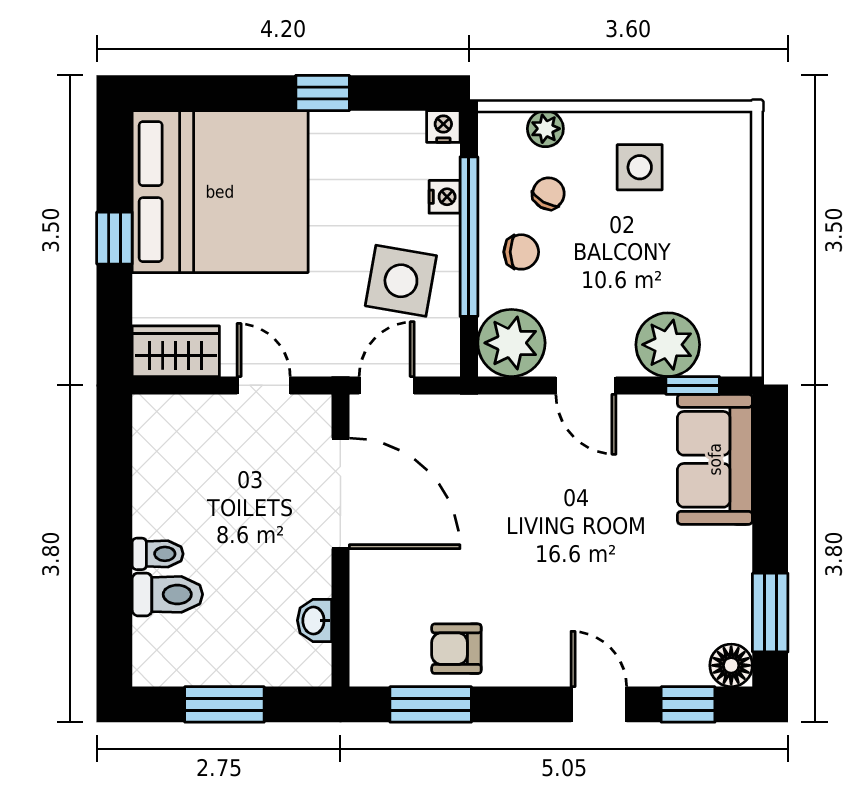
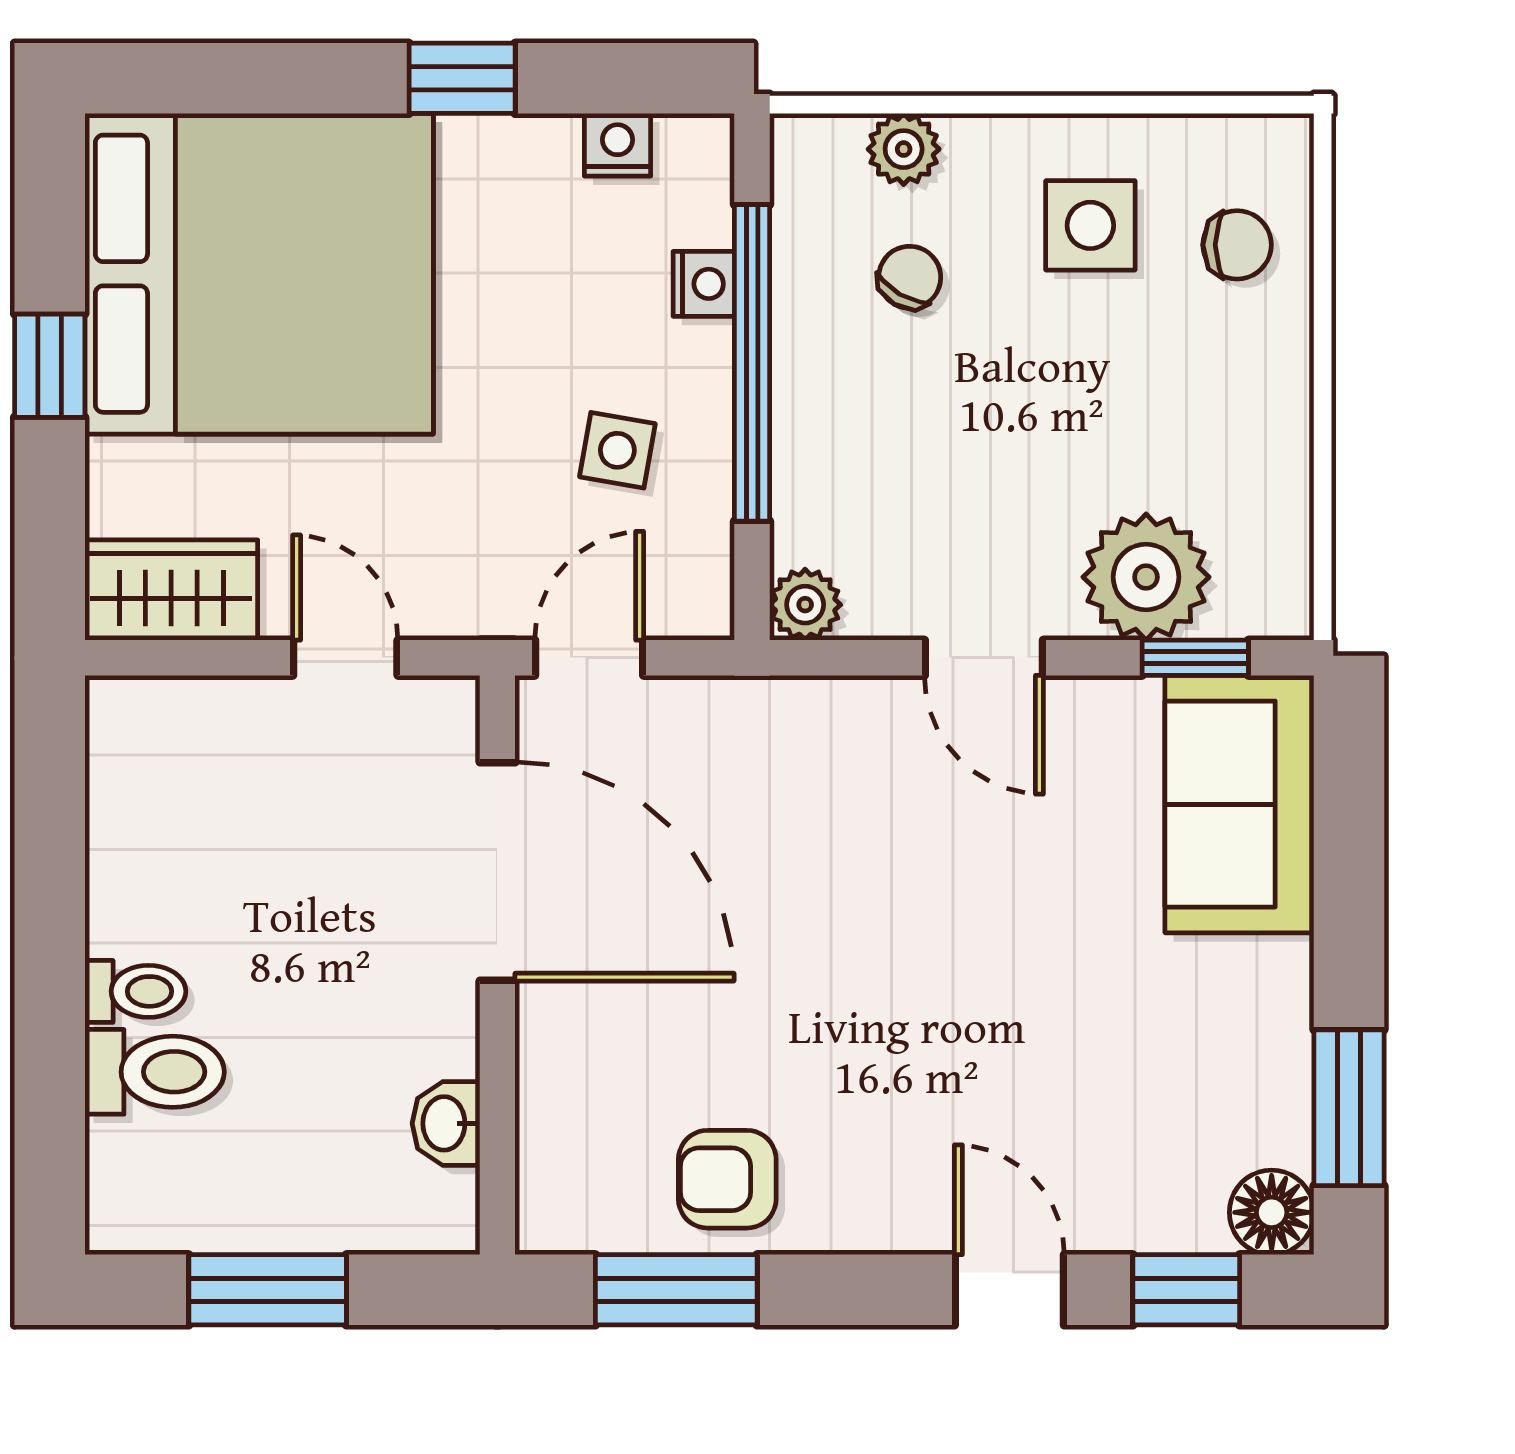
nightstand: (443, 127) -> (618, 145), moved
chair: (521, 252) -> (1237, 245), moved
side table: (401, 281) -> (617, 450), width x0.54, depth x0.54
plant: (511, 343) -> (805, 605), width x0.53, depth x0.53

